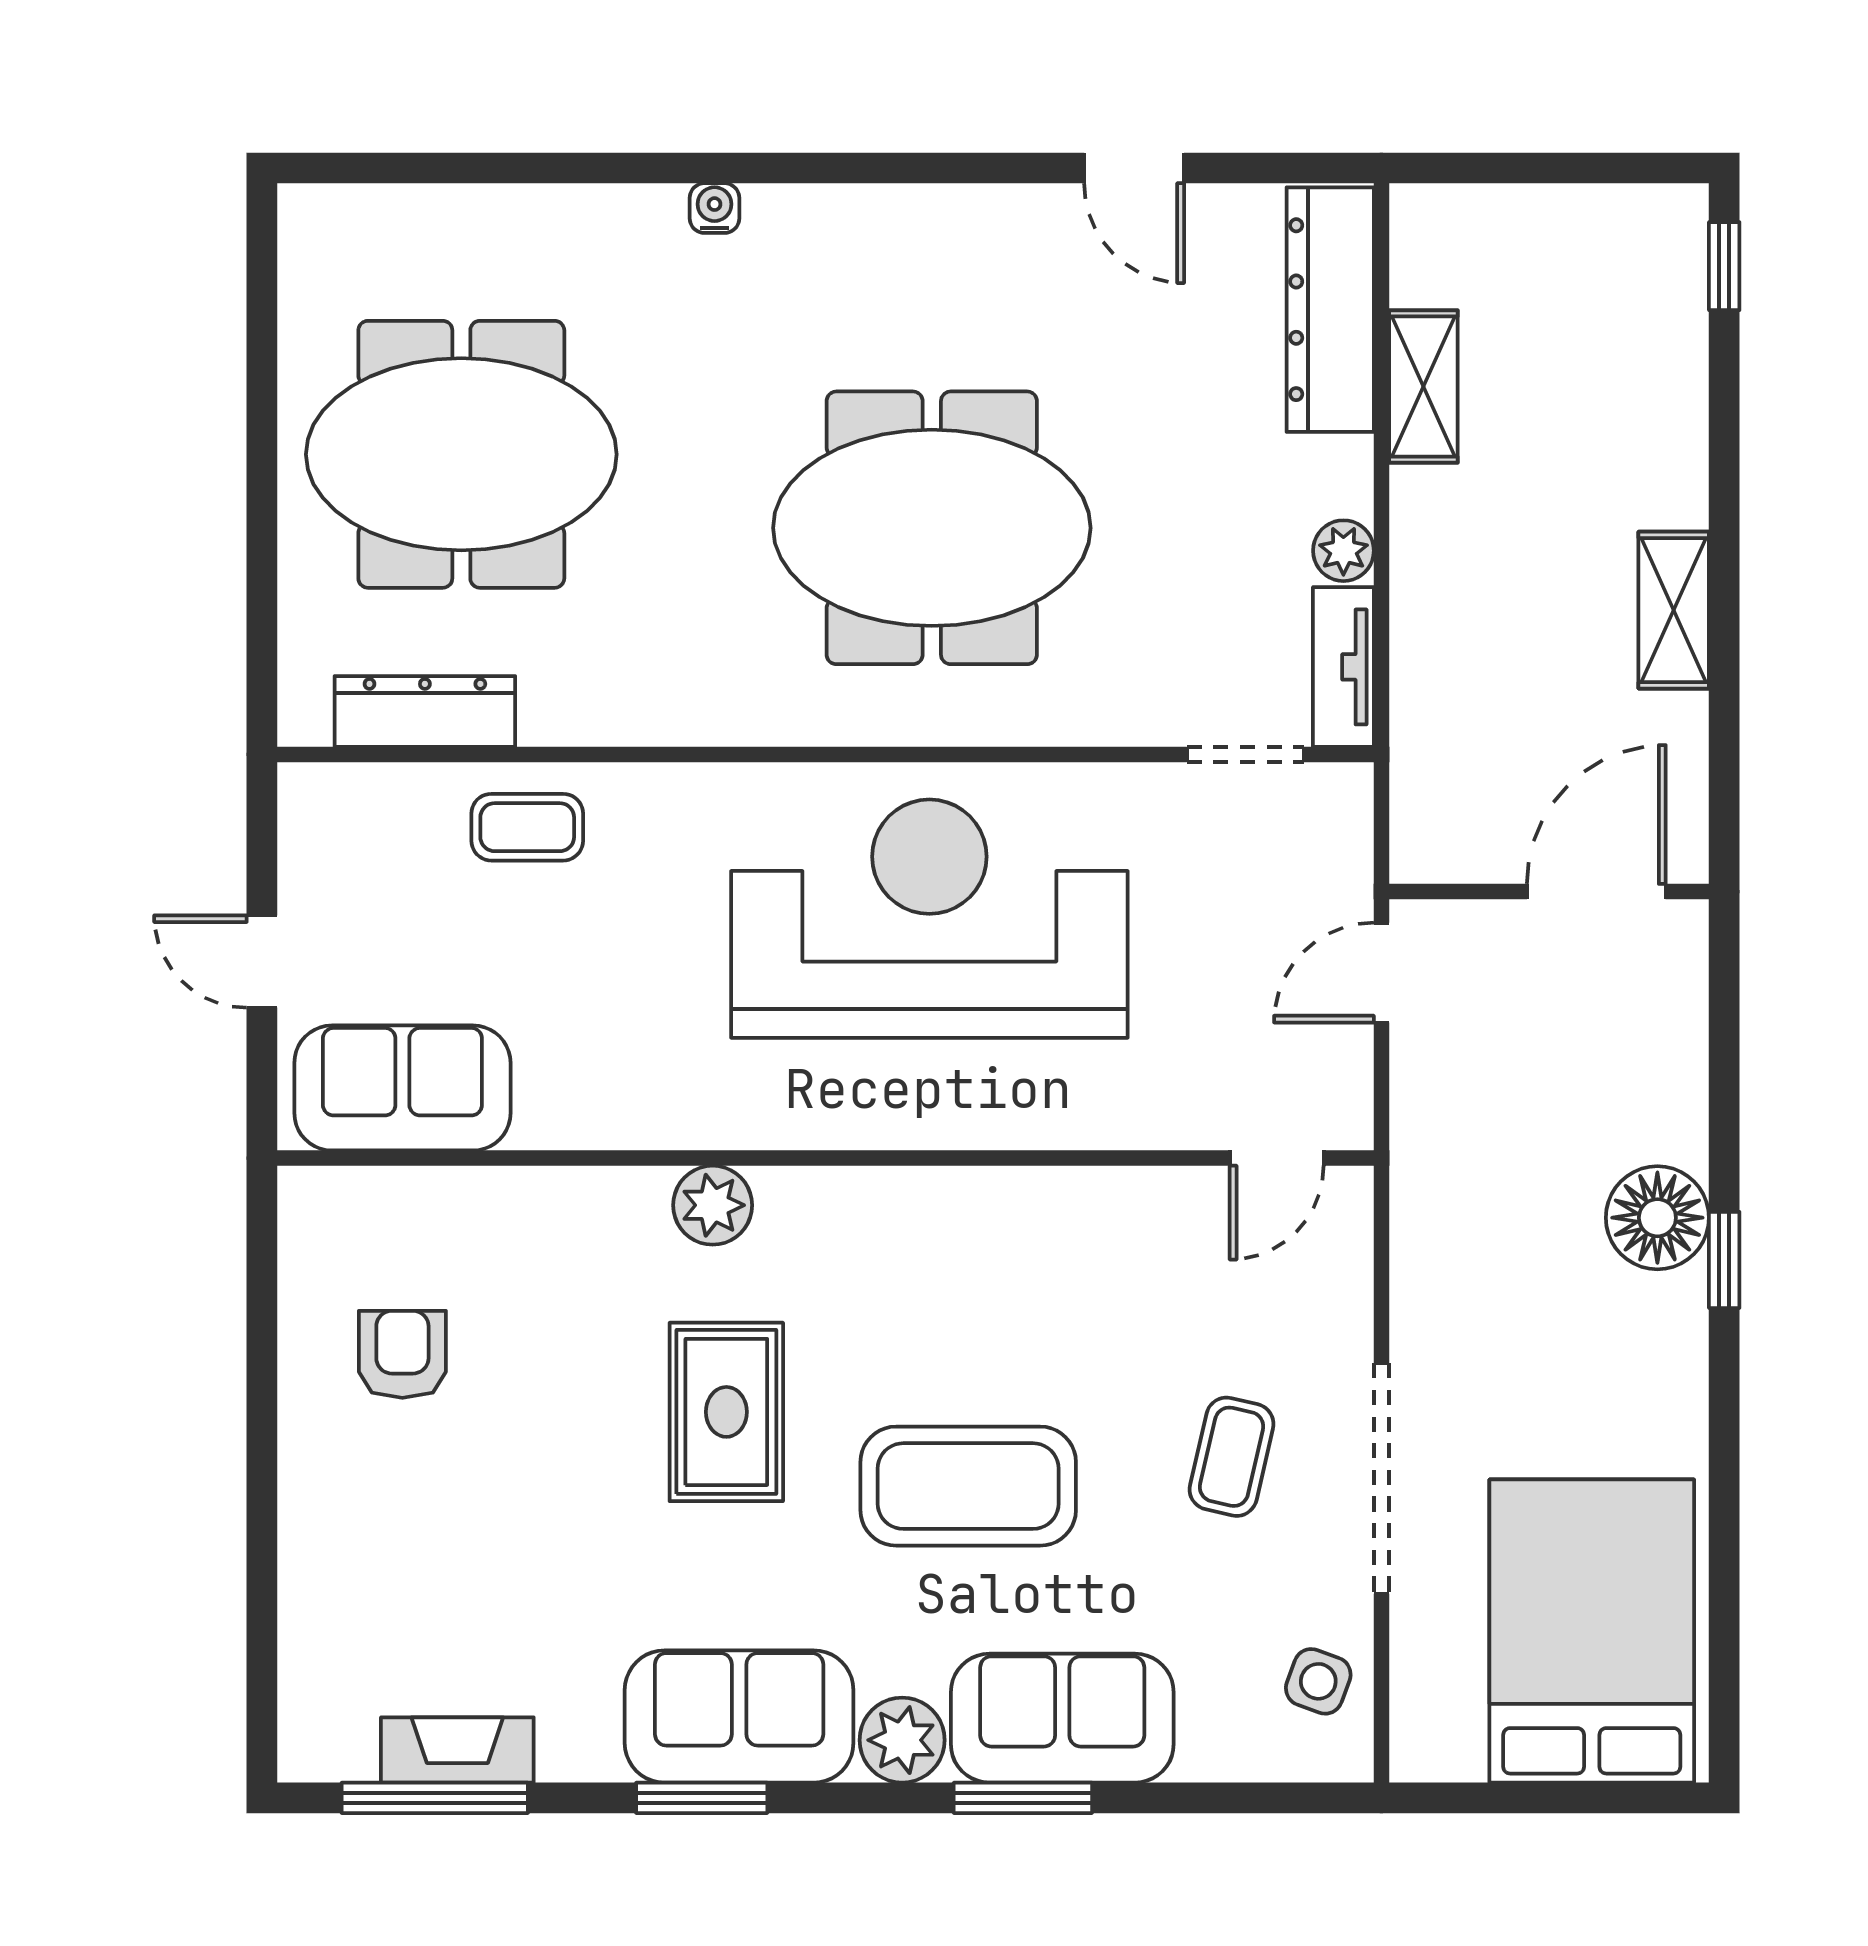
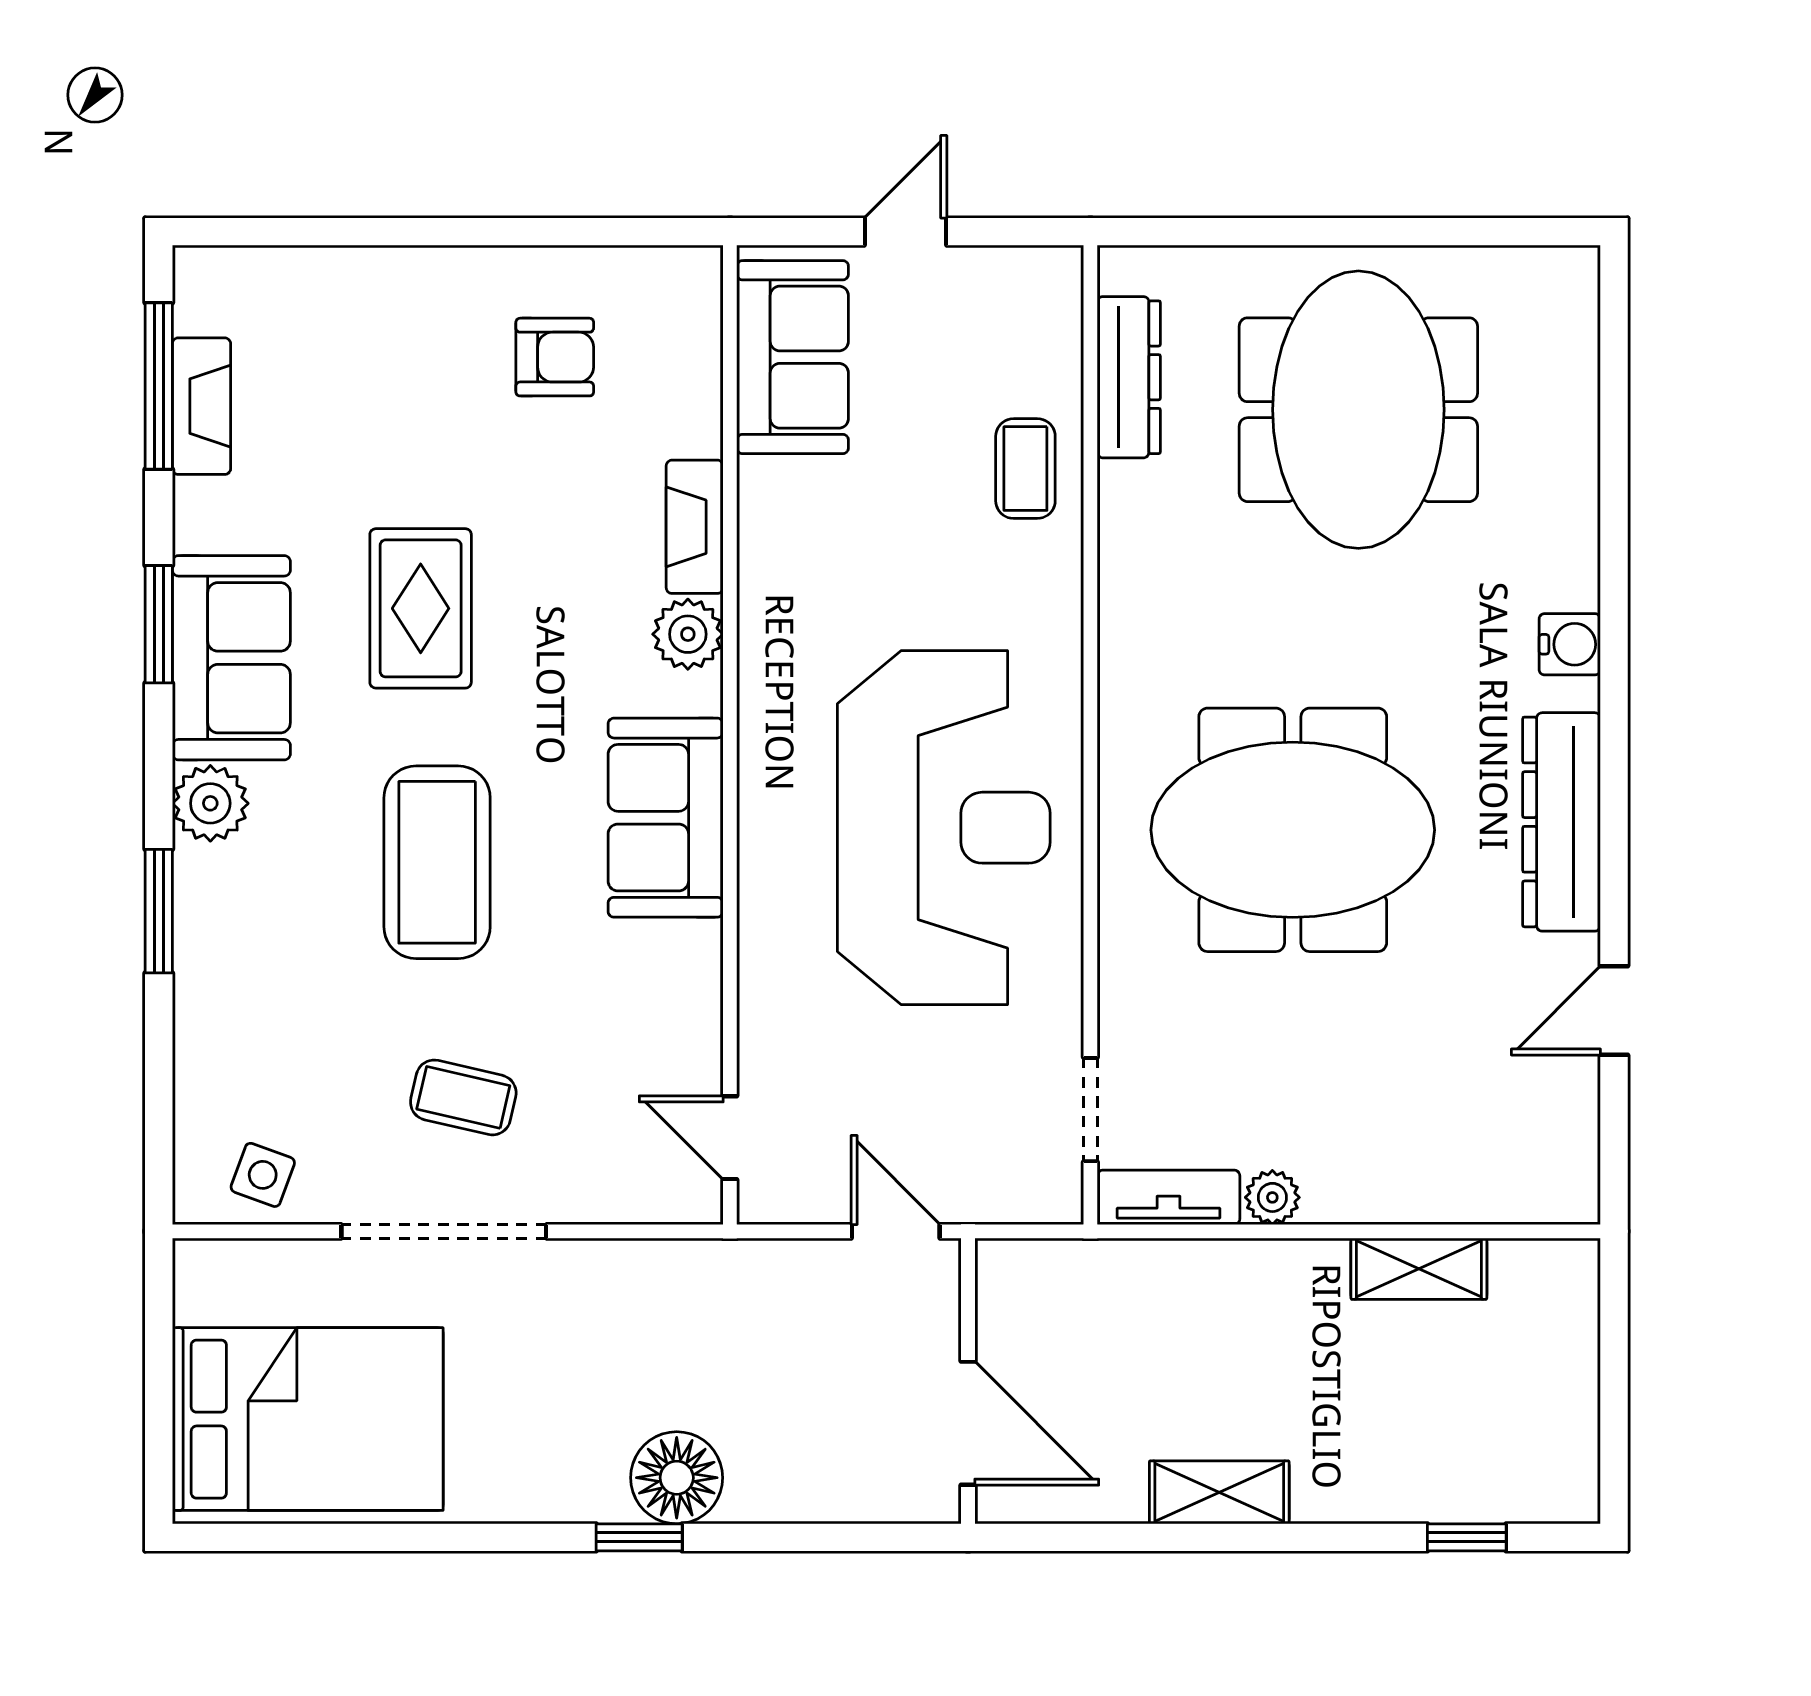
water cooler: (714, 208) -> (1570, 644), width x1.38, depth x1.38
window: (1724, 266) -> (1467, 1537), moved
dresser: (1330, 310) -> (1561, 822), moved, turned -90
meeting table: (932, 528) -> (1293, 830), turned 90
fireplace: (592, 1198) -> (695, 527), added
rug: (726, 1412) -> (421, 608), moved, turned 90
sofa: (1062, 1718) -> (666, 818), moved, turned 180

